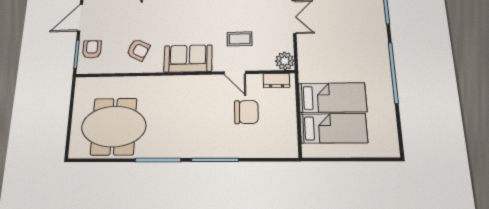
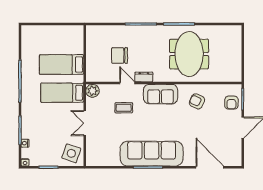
dresser: (276, 81) -> (144, 77), moved
meeting table: (114, 126) -> (189, 54), moved, turned 90
bed: (333, 128) -> (62, 93), moved

